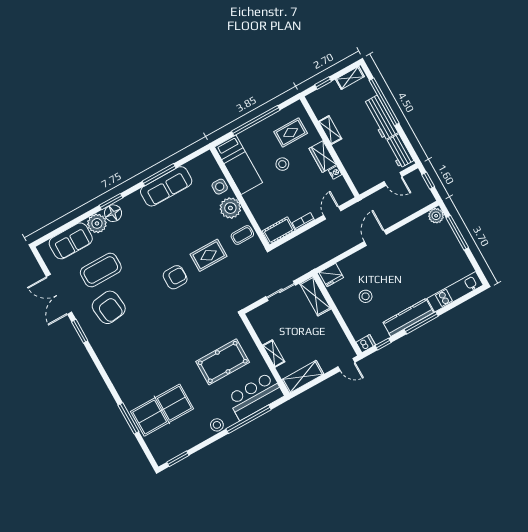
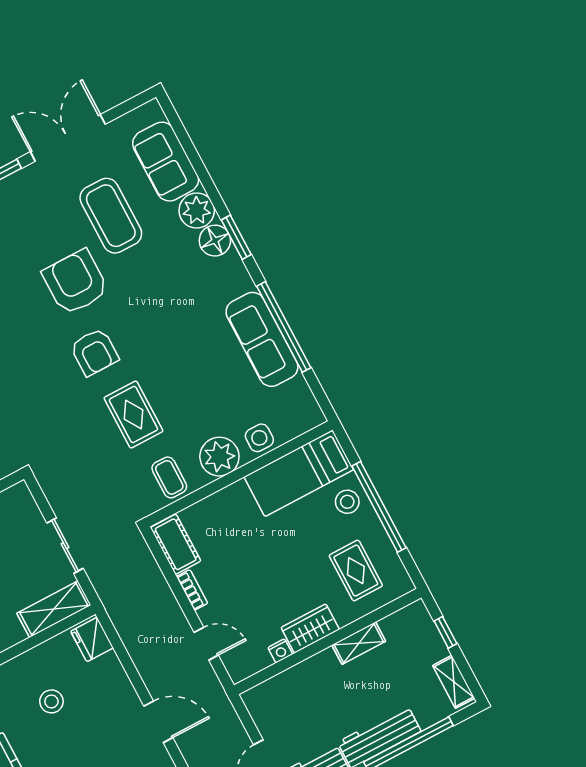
stool: (282, 164) -> (347, 502), moved
window: (159, 175) -> (284, 327), width x1.46
armchair: (109, 307) -> (75, 282), moved, turned 97

